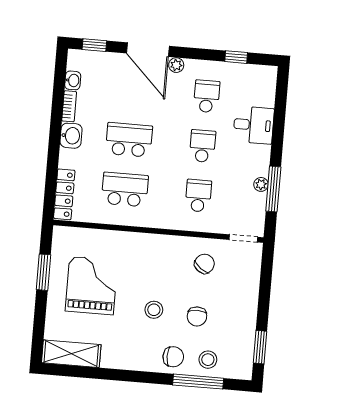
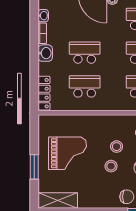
window: (43, 272) -> (34, 167), moved
stool: (164, 282) -> (117, 147), added
grand piano: (92, 285) -> (68, 153), turned 90

